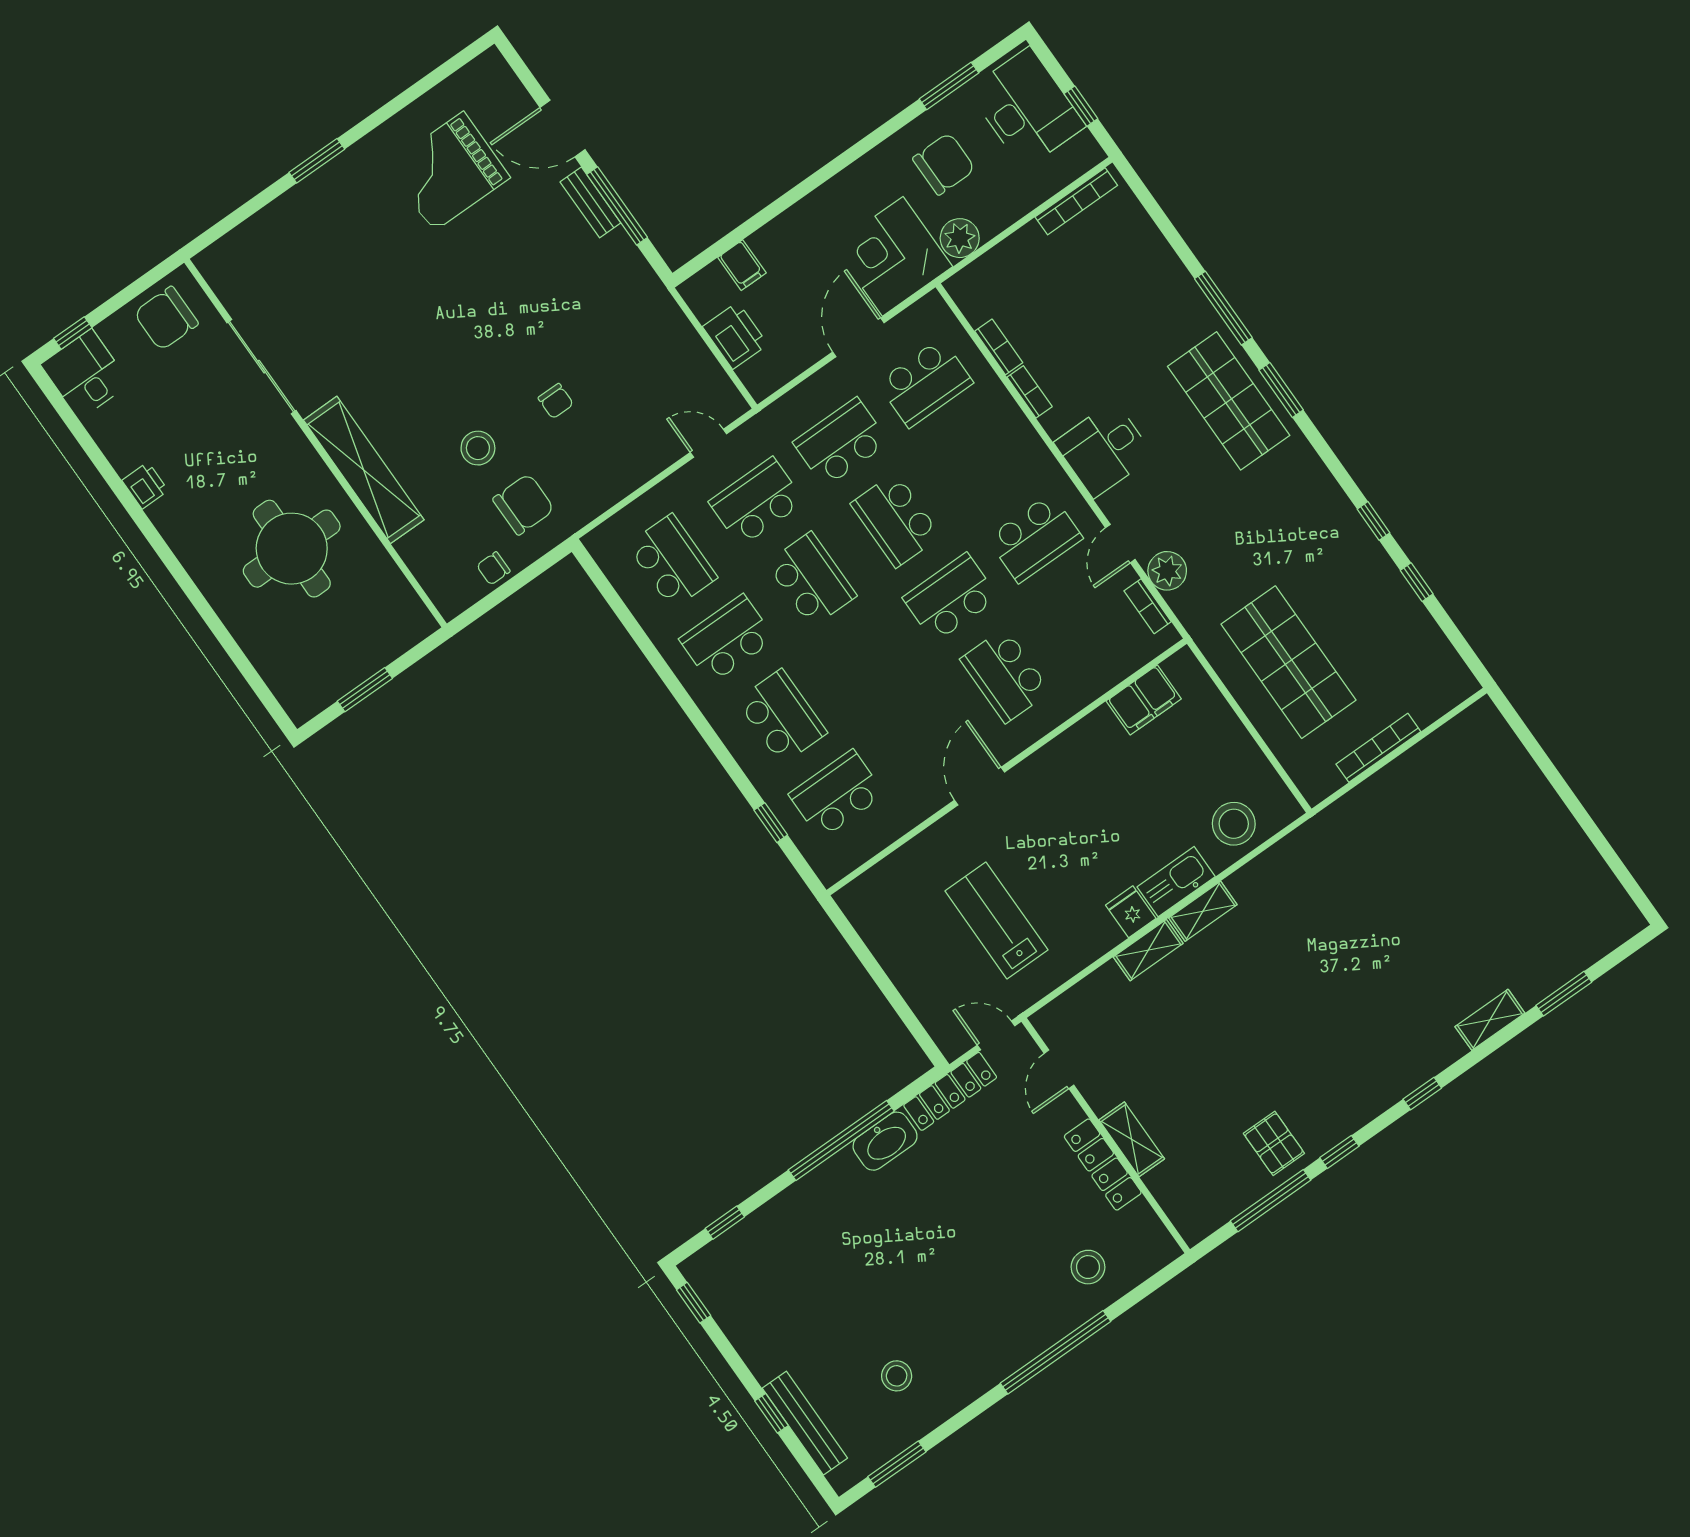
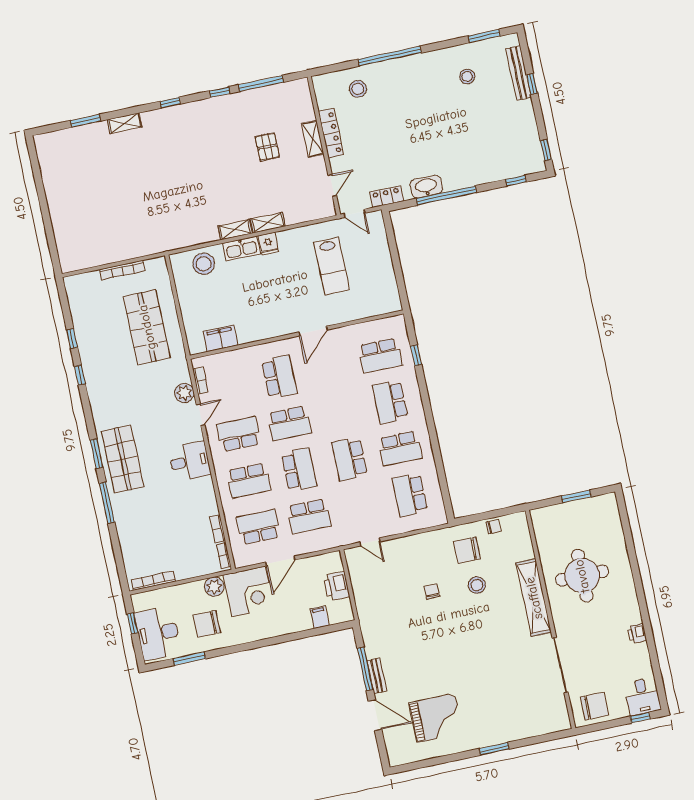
bookcase: (1030, 392) -> (224, 556), moved
school desk: (757, 502) -> (249, 481), moved
locker: (950, 1091) -> (387, 197), width x0.66
pallet: (1274, 1143) -> (267, 147), moved

